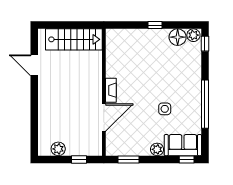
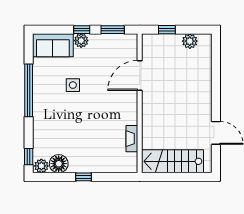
fireplace: (111, 90) -> (132, 139), moved
window: (187, 159) -> (82, 30), moved

